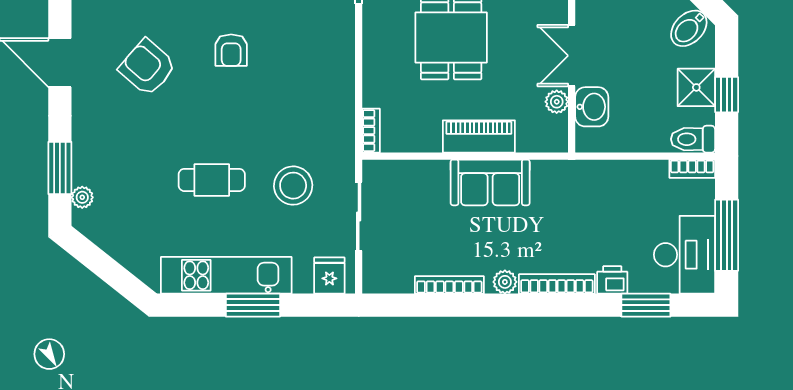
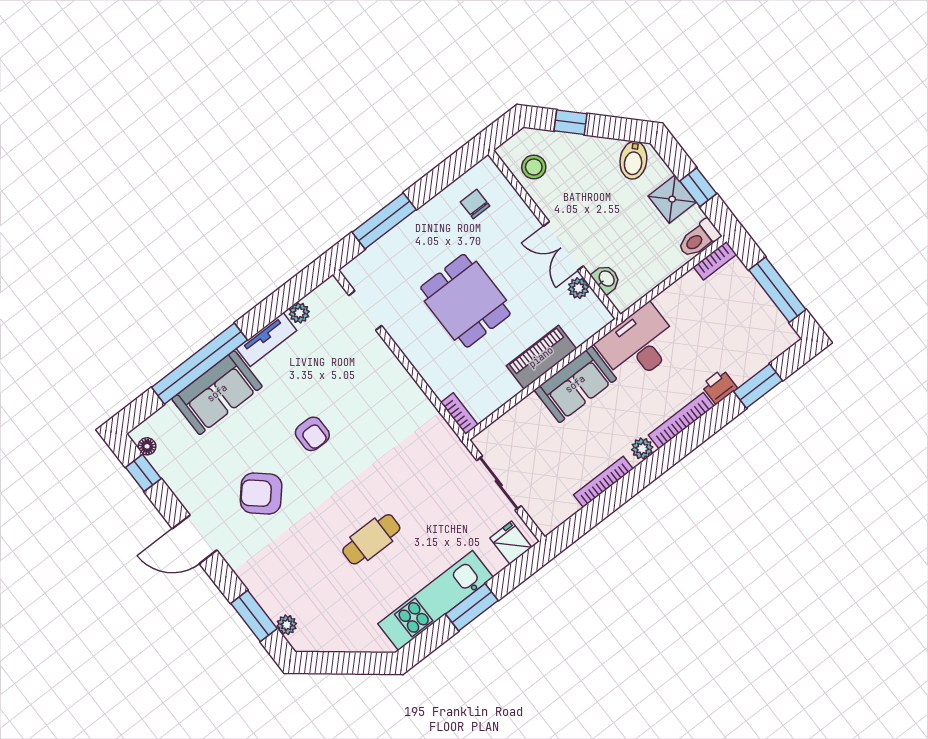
washbasin: (592, 107) -> (606, 279), width x0.72, depth x0.69
stool: (293, 186) -> (434, 498), removed
desk: (684, 255) -> (639, 344), moved, turned -90

